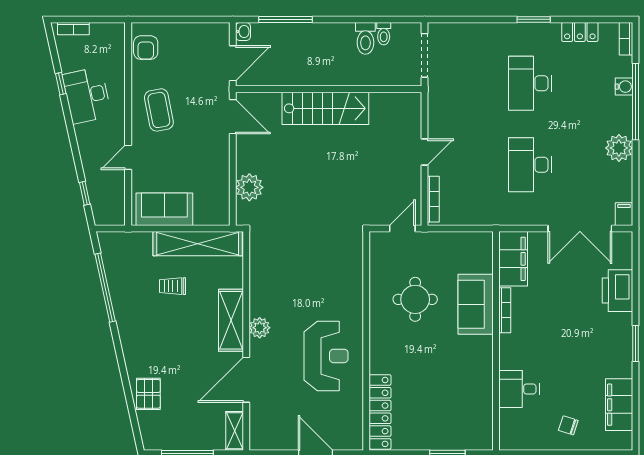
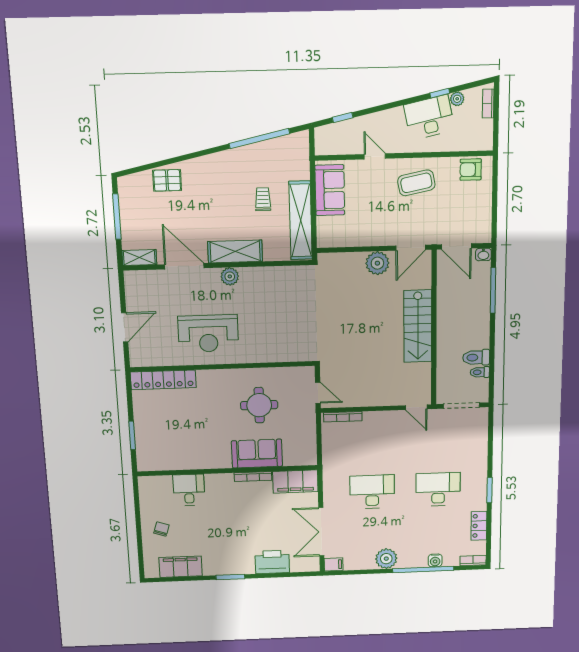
plant: (67, 64) -> (457, 99), added
door: (424, 152) -> (416, 407), moved
plant: (249, 187) -> (377, 263), moved

